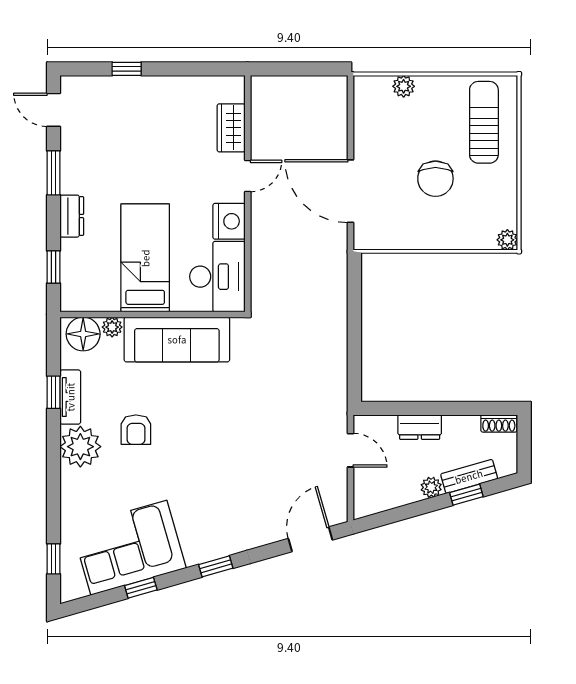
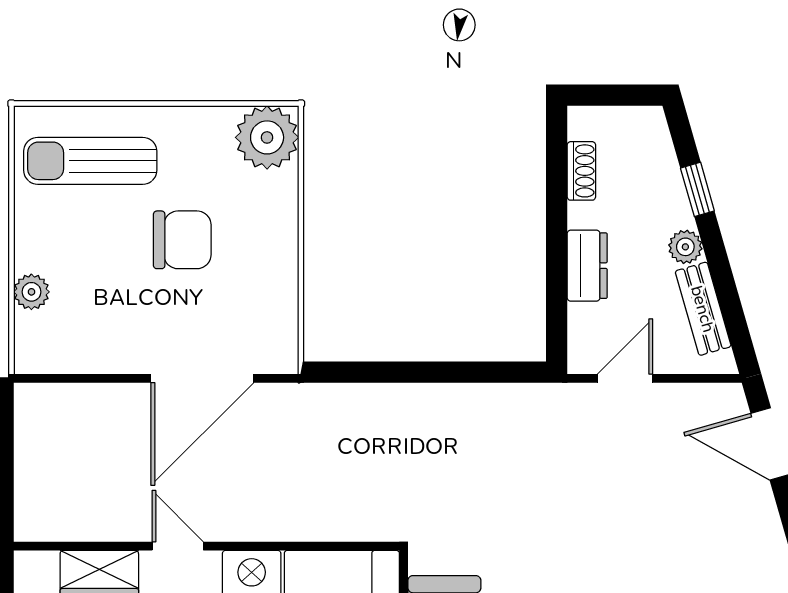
plant: (507, 240) -> (267, 137), width x1.88, depth x1.88
shoe rack: (499, 423) -> (581, 171), moved
bench: (469, 476) -> (703, 309), moved

